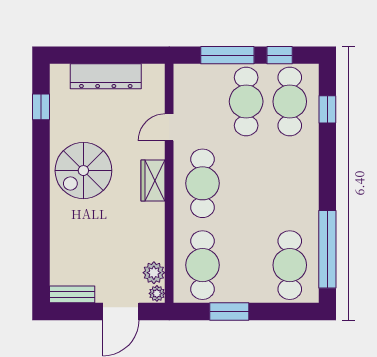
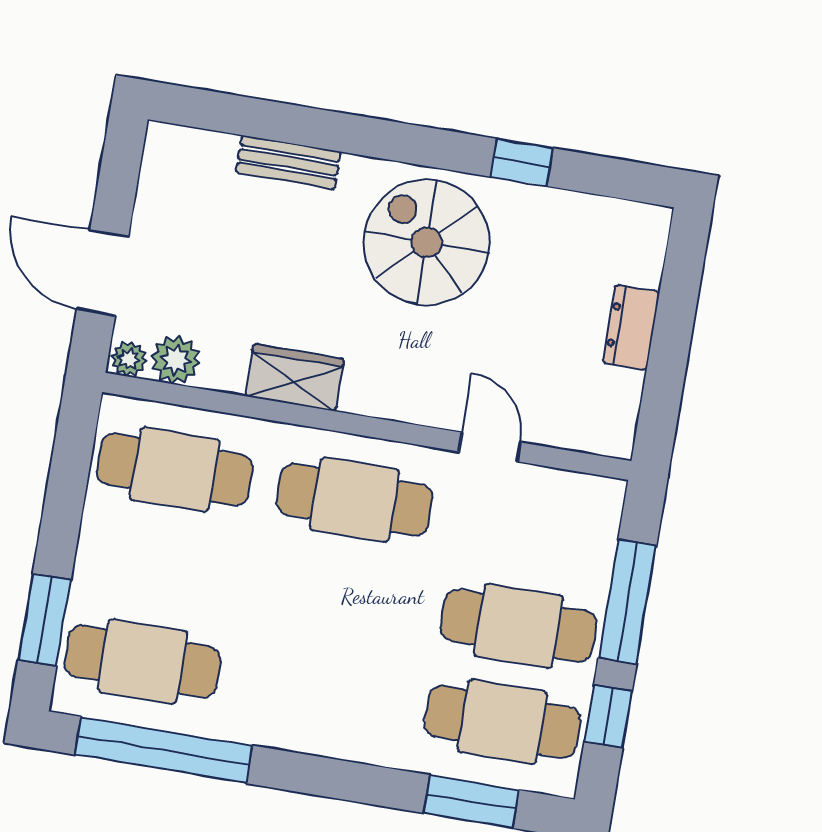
dresser: (106, 76) -> (631, 327), width x0.51, depth x0.80
window: (41, 107) -> (522, 162), moved
window: (327, 109) -> (471, 801), width x1.50
wardrobe: (153, 180) -> (294, 378), moved
bench: (72, 294) -> (288, 162), moved, turned 90
window: (229, 312) -> (45, 620), moved

